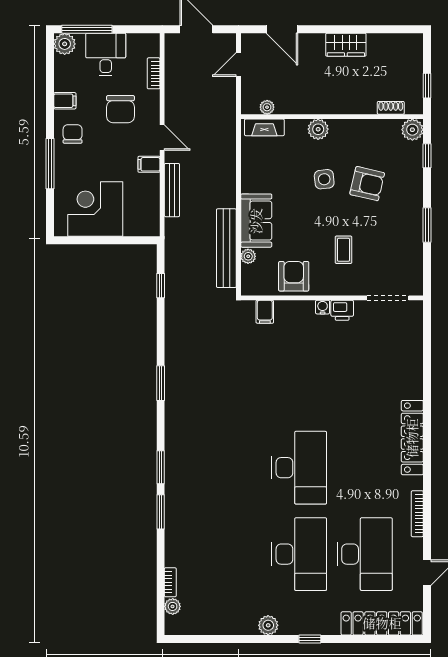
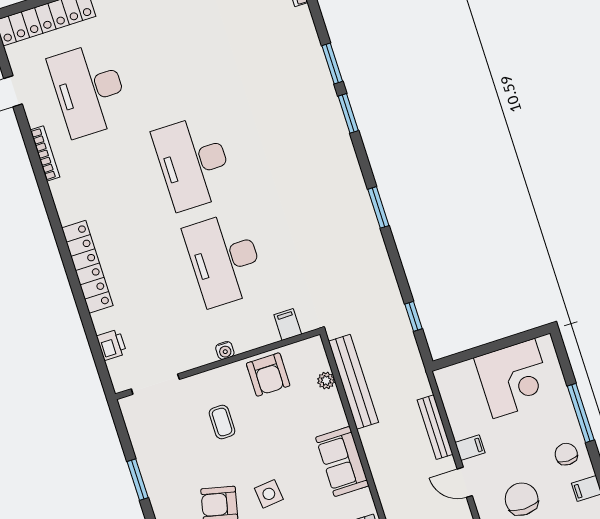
chair: (73, 134) -> (566, 454), turned 180
sofa: (256, 221) -> (342, 461), moved
printer: (342, 310) -> (112, 345), moved, turned 90
locker: (412, 438) -> (87, 267), moved
desk: (299, 554) -> (224, 259), moved

